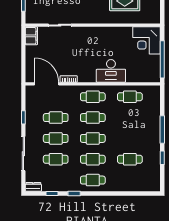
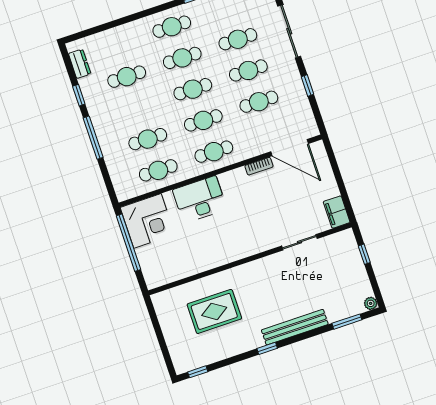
corner desk: (147, 40) -> (147, 221), moved, turned 90
cafe table: (130, 118) -> (148, 139), added
dresser: (155, 176) -> (80, 64), added

